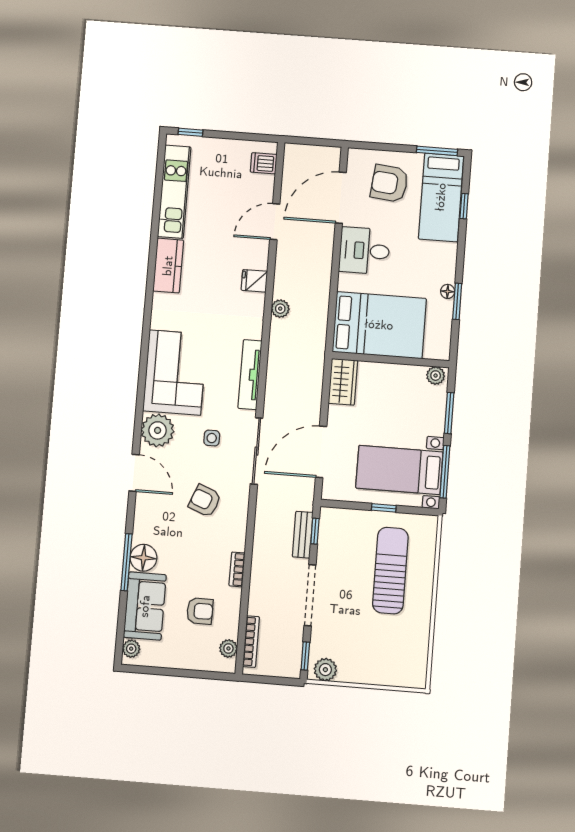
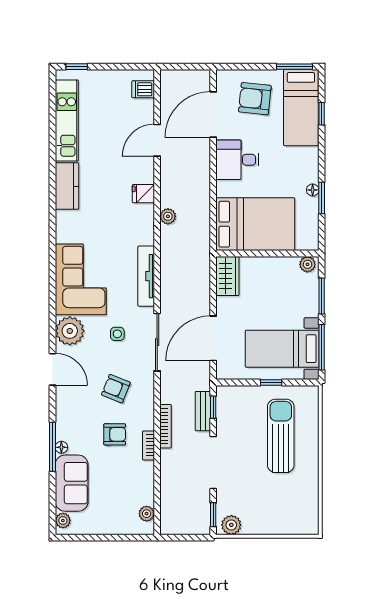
floor lamp: (143, 558) -> (61, 447), width x0.53, depth x0.53
armchair: (200, 611) -> (115, 434), moved
bookcase: (251, 642) -> (166, 426), moved

